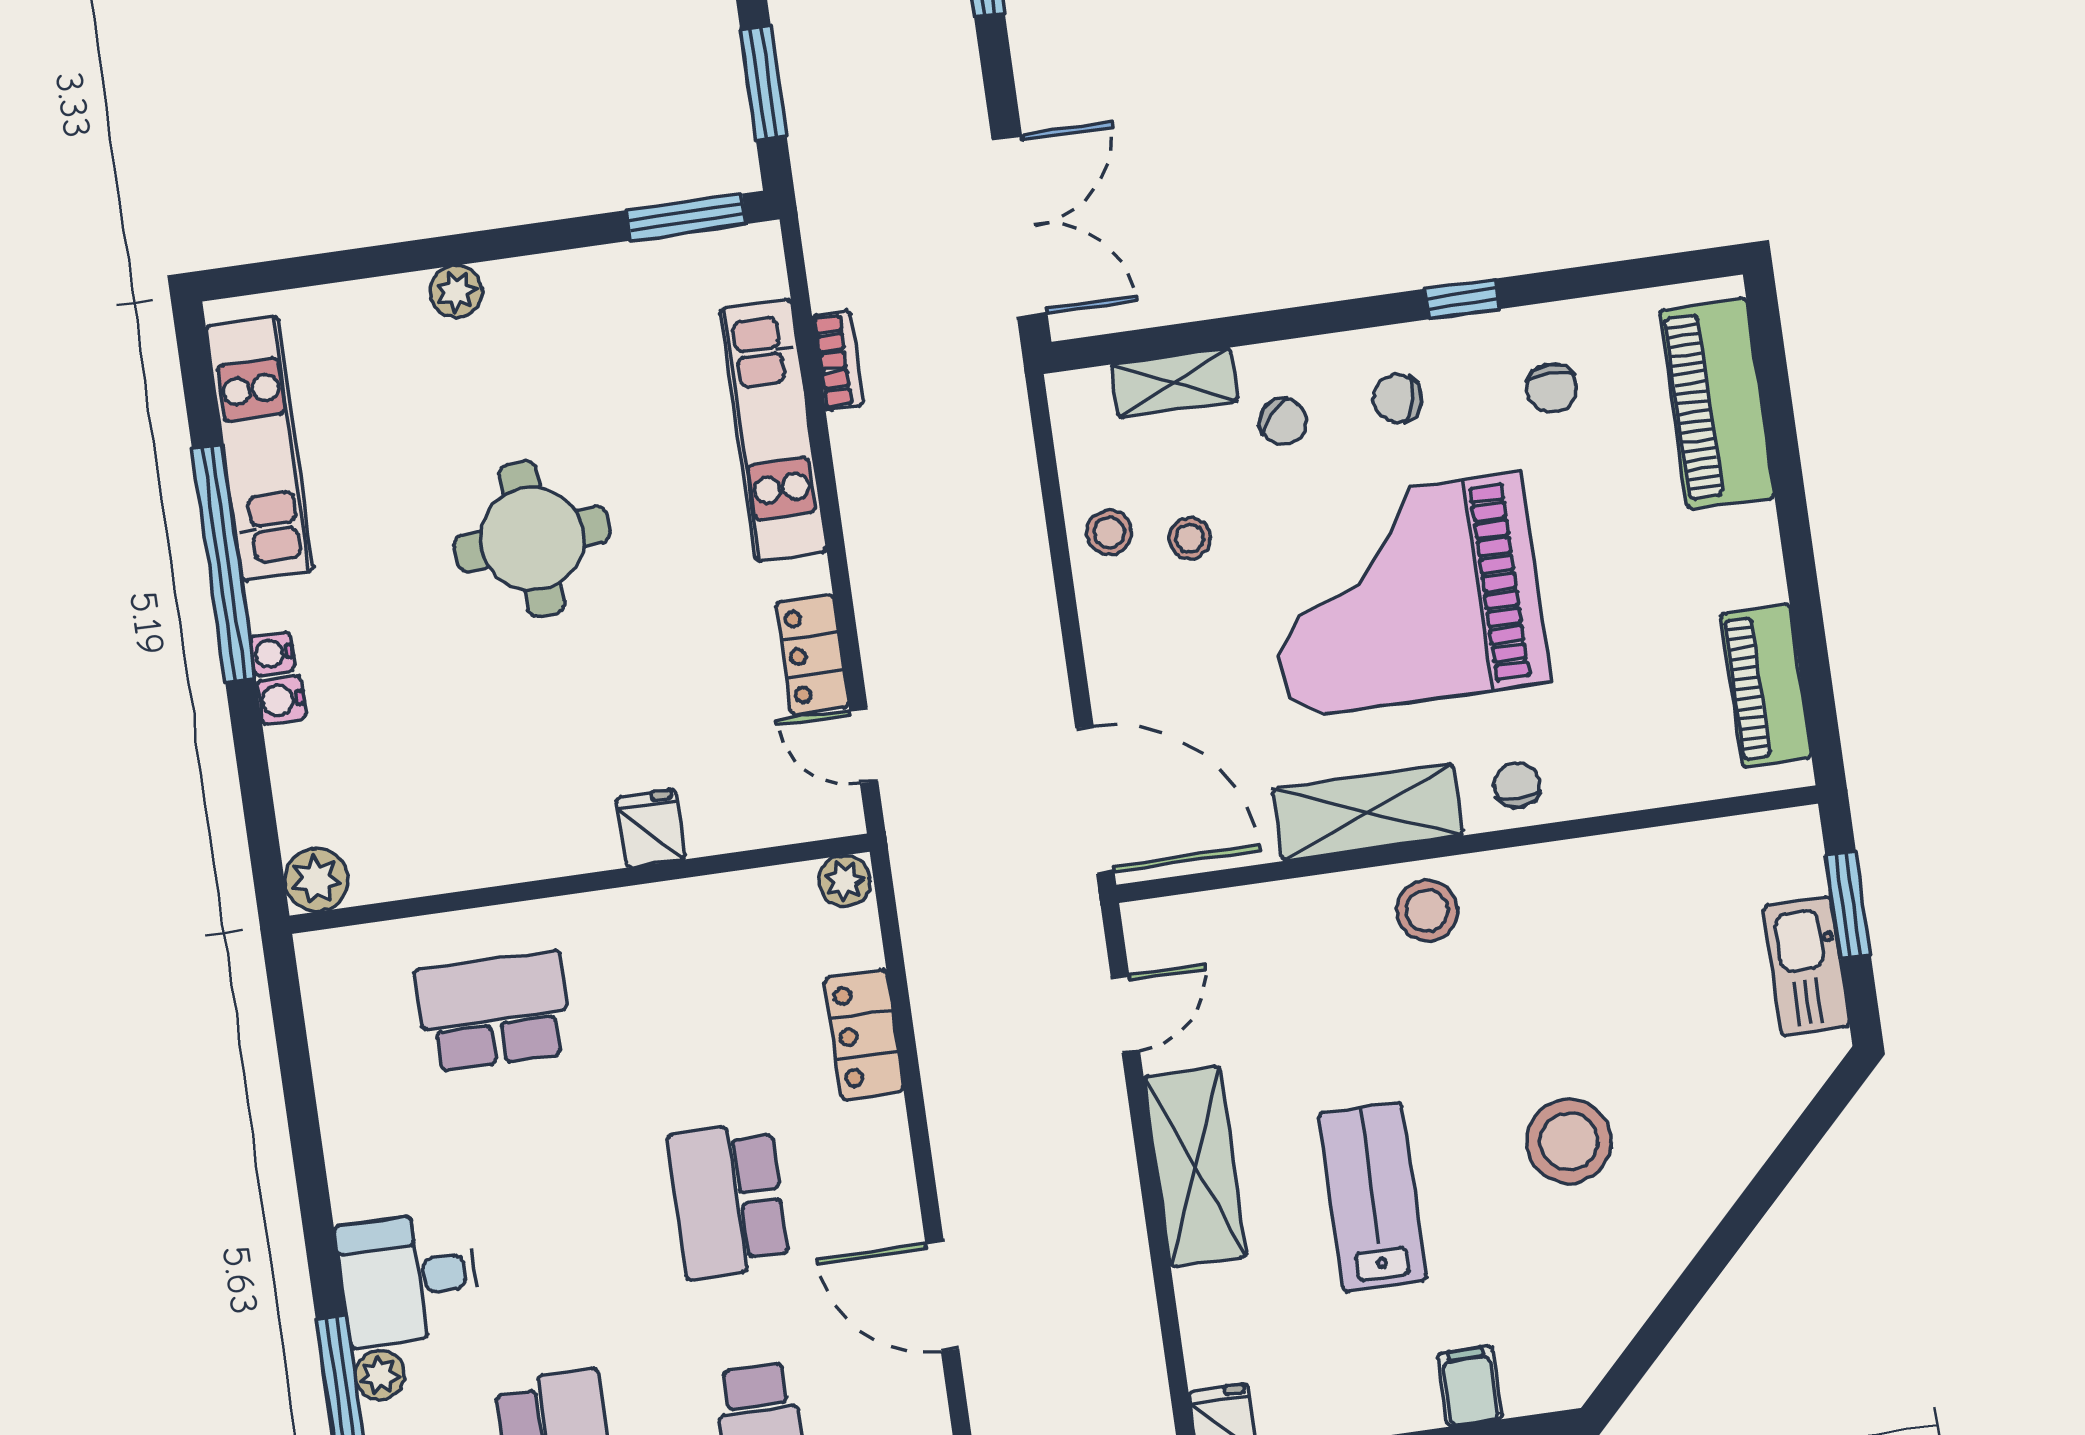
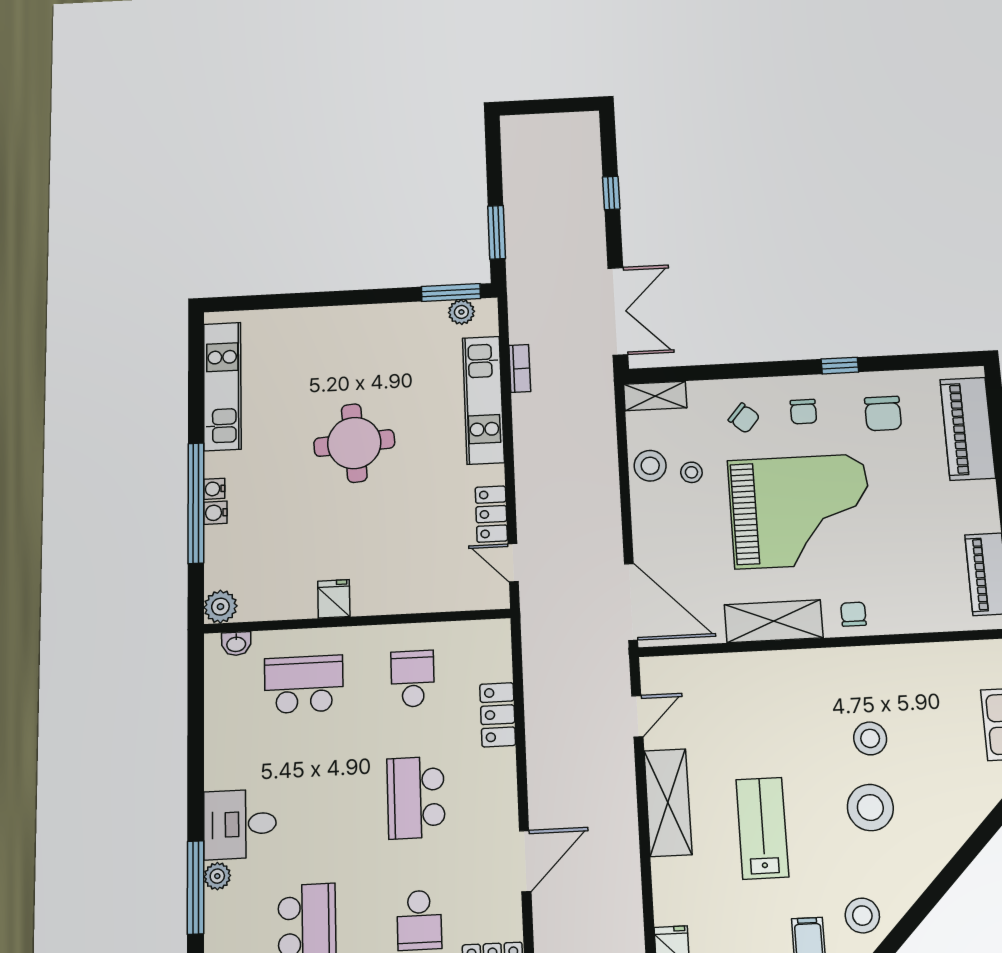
plant: (456, 292) -> (461, 312), moved
shelving: (1174, 383) -> (655, 396), moved
chair: (1552, 388) -> (883, 413), width x1.37, depth x1.37
chair: (1397, 398) -> (803, 412), turned -104
stool: (1109, 532) -> (650, 466), width x1.37, depth x1.37
window: (224, 564) -> (196, 503), moved
grand piano: (1404, 596) -> (800, 511), turned 180
fridge: (650, 828) -> (334, 599), moved
plant: (844, 881) -> (496, 632), removed
stool: (1427, 911) -> (870, 738), moved
washbasin: (356, 947) -> (236, 644), added
school desk: (697, 982) -> (413, 679), added
door: (942, 1296) -> (525, 861), swing flipped
stool: (1565, 1336) -> (862, 916), added

